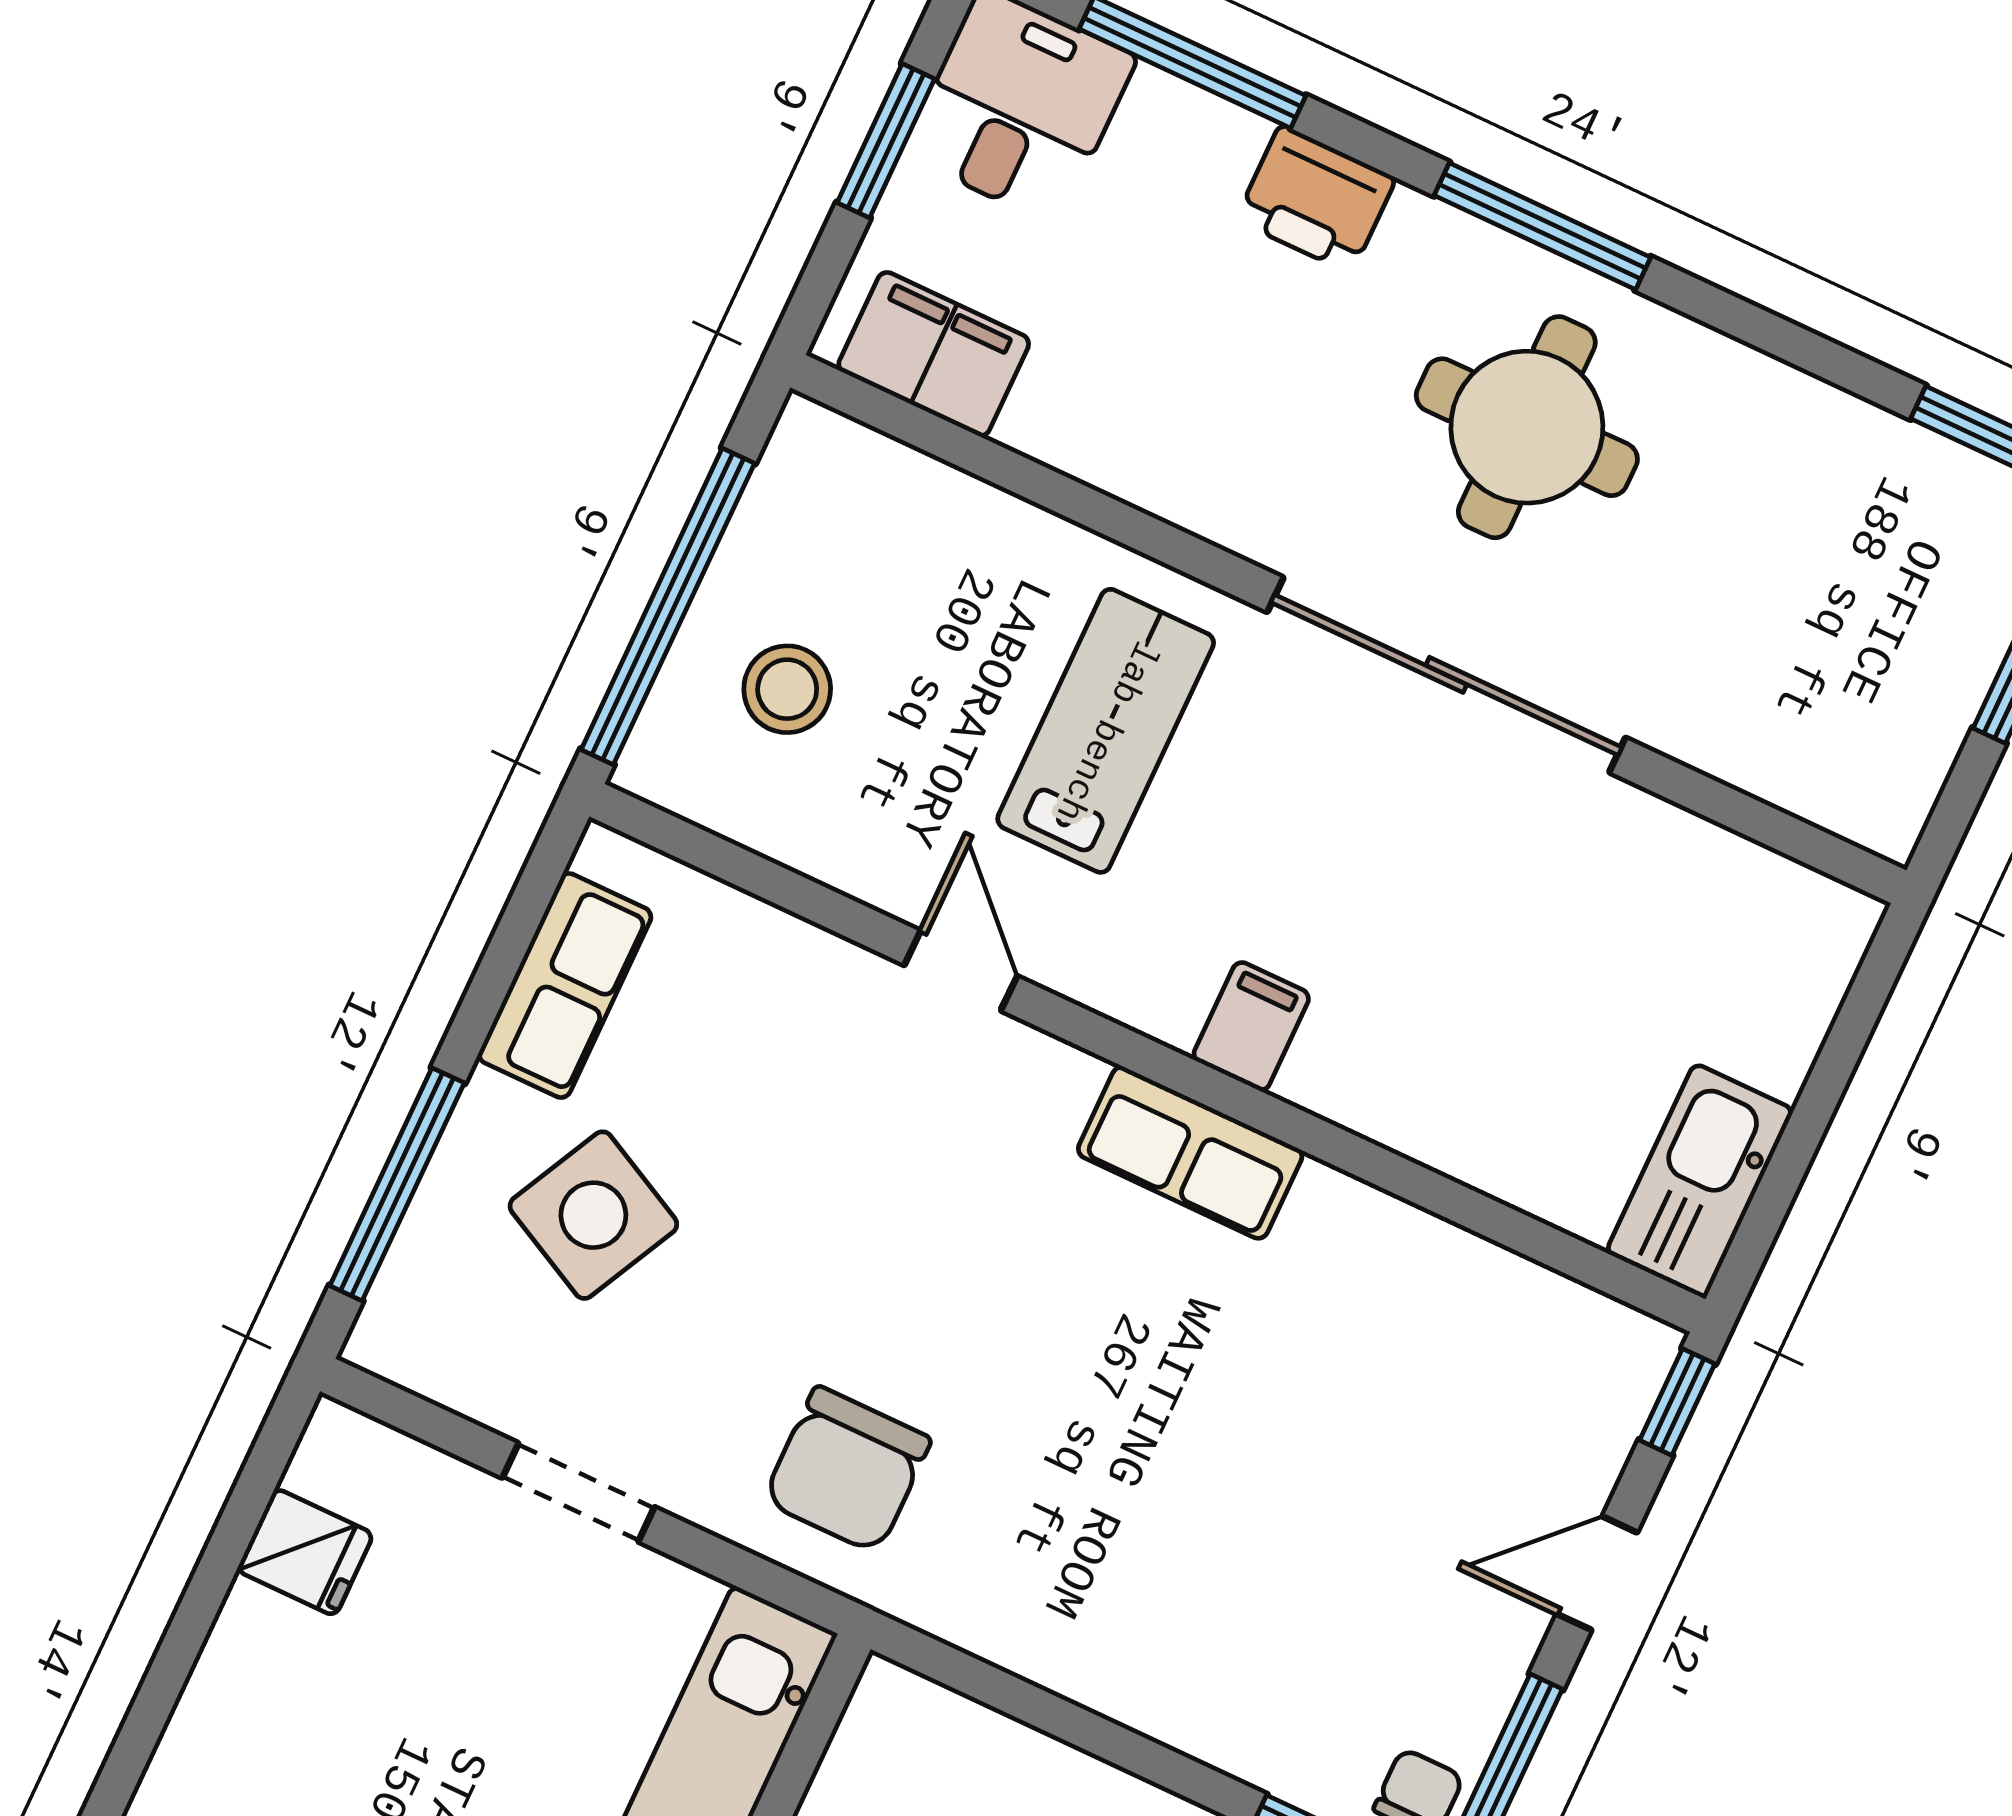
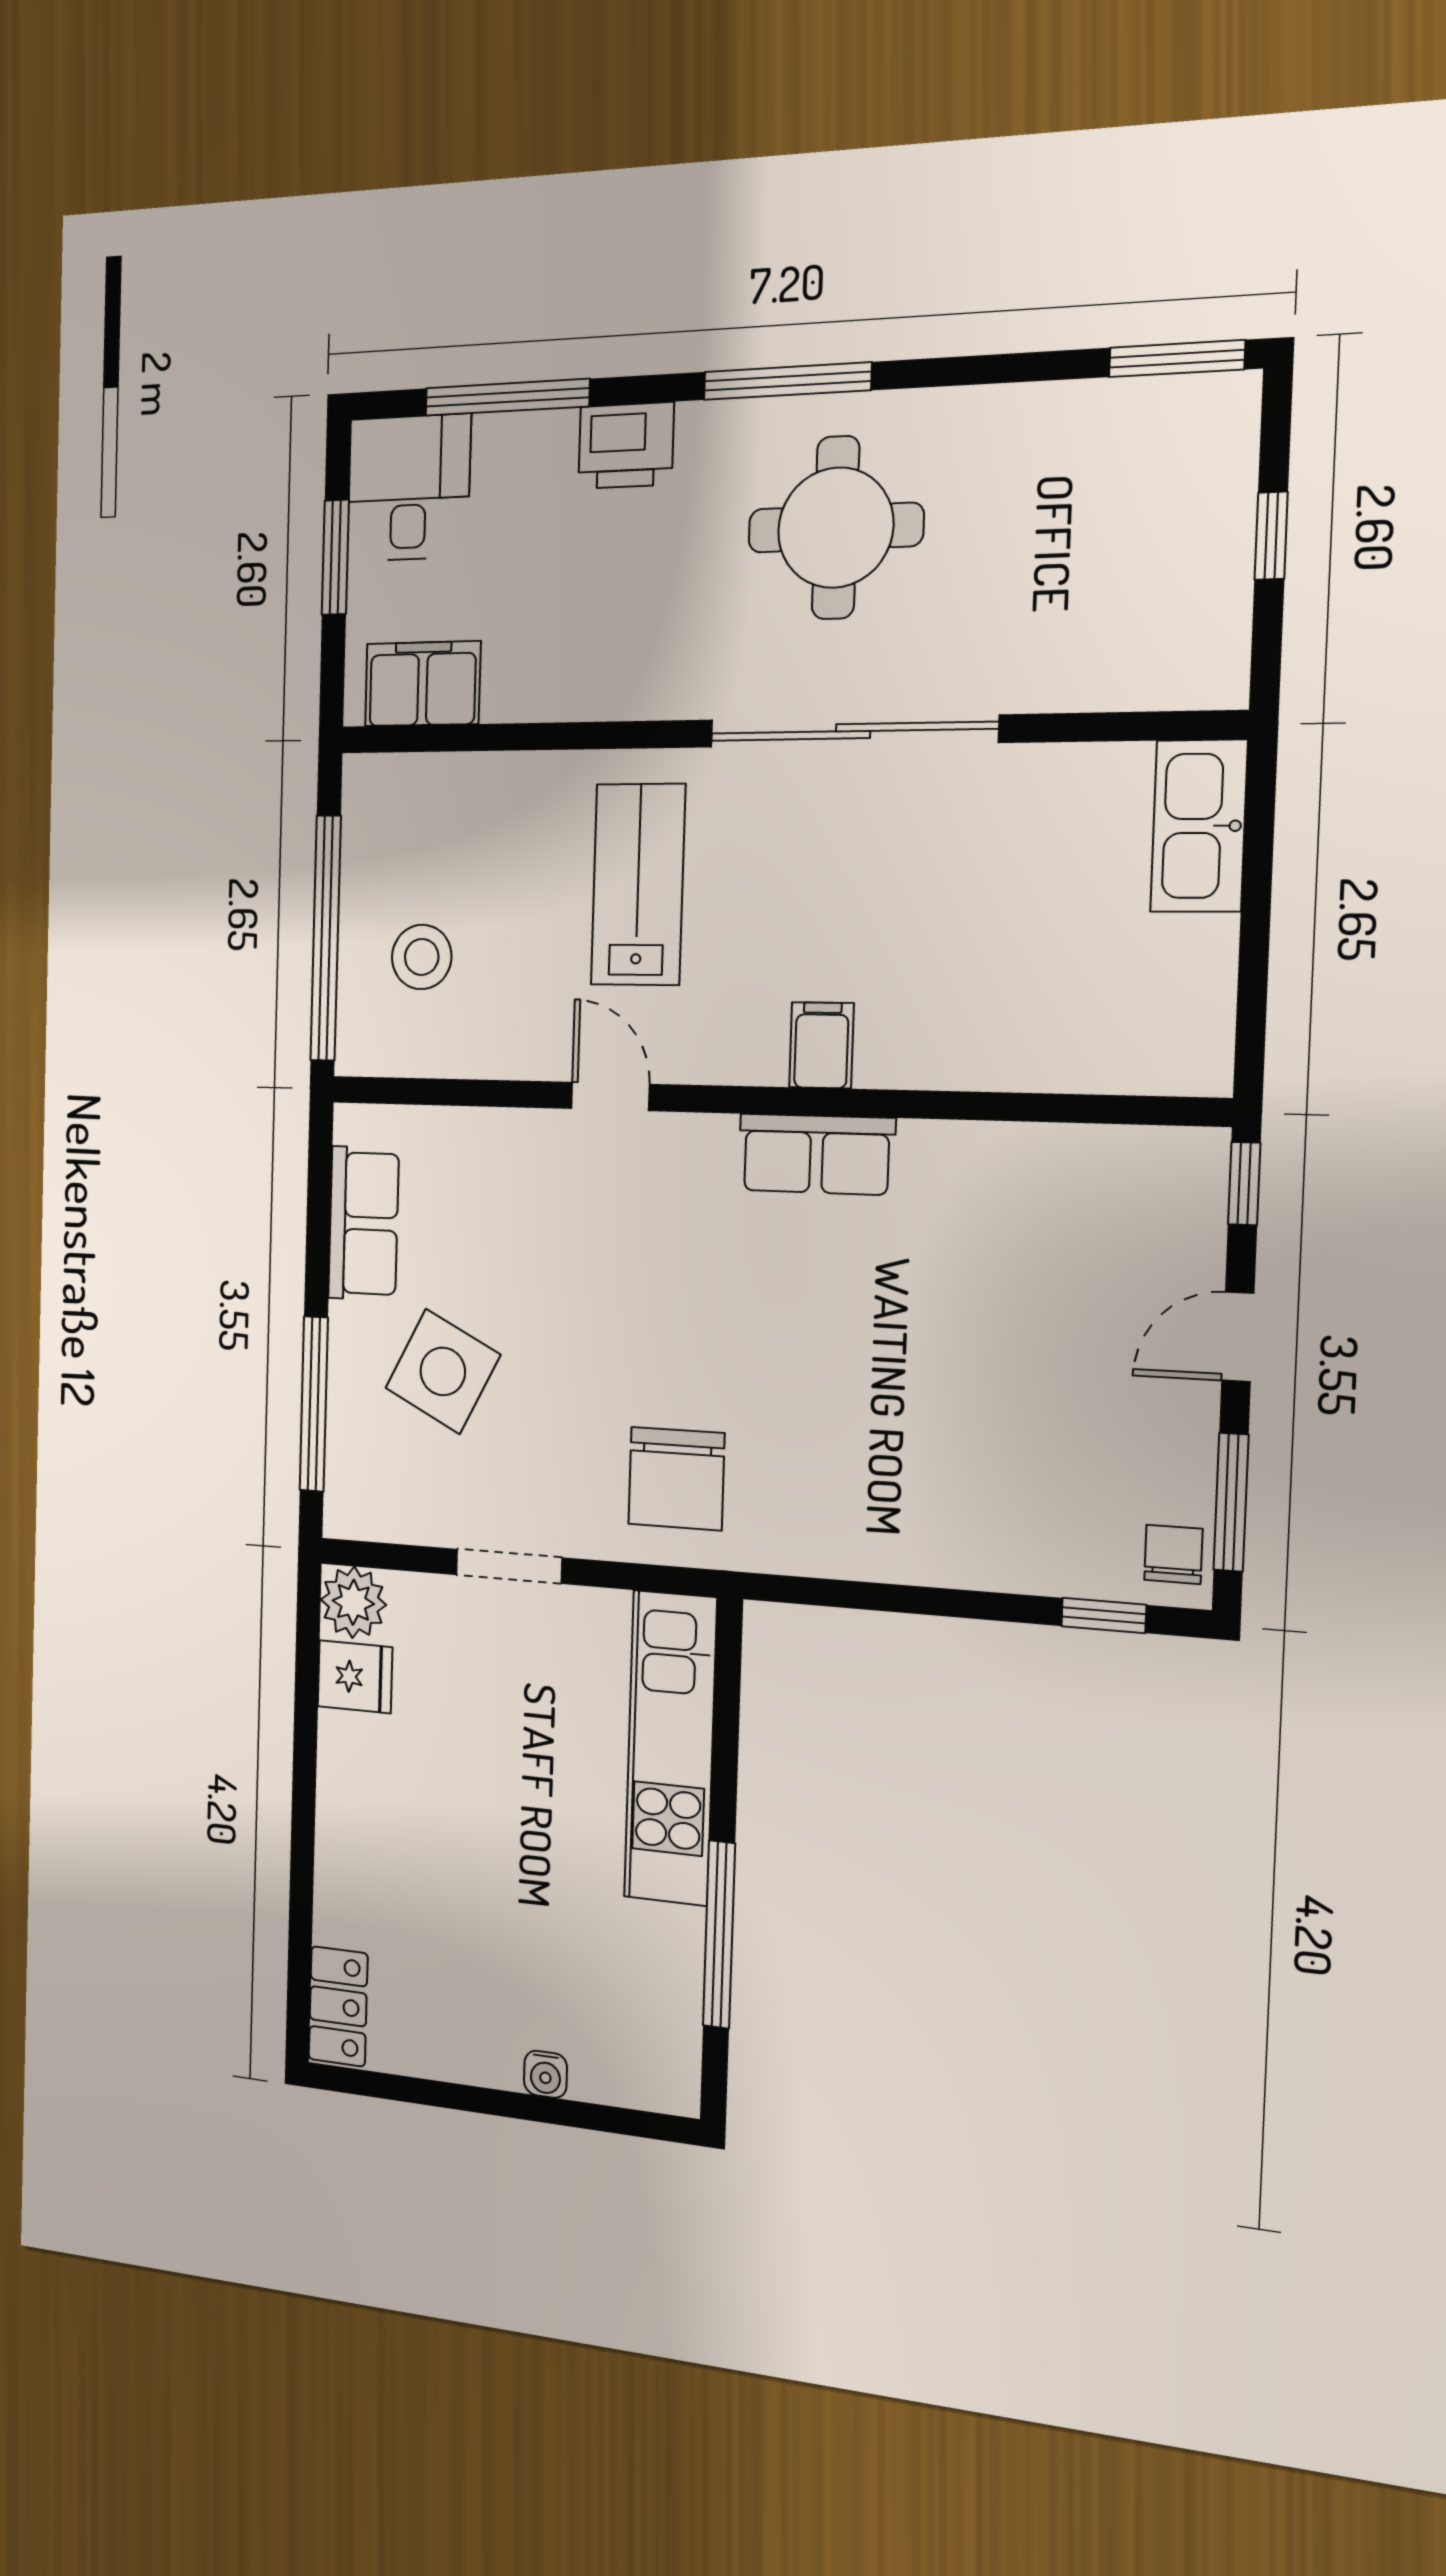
kitchen sink: (1700, 1181) -> (1199, 826), moved
plant: (344, 1457) -> (353, 1602), added

